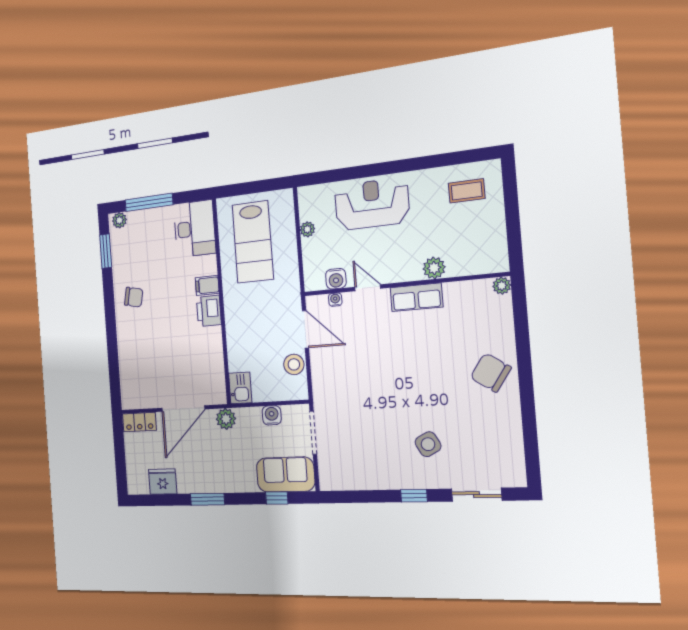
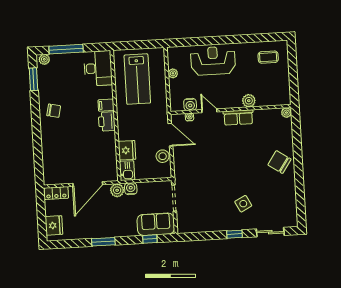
fridge: (240, 356) -> (127, 150), added
water cooler: (272, 415) -> (131, 189), moved
fridge: (163, 482) -> (54, 225), moved, turned 90

